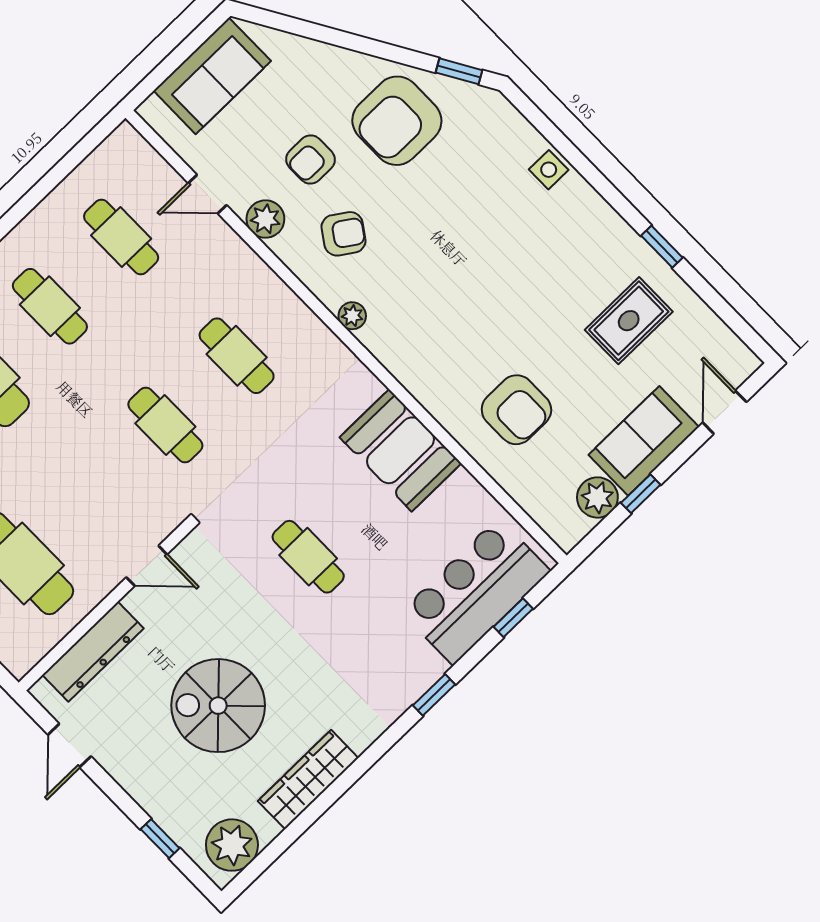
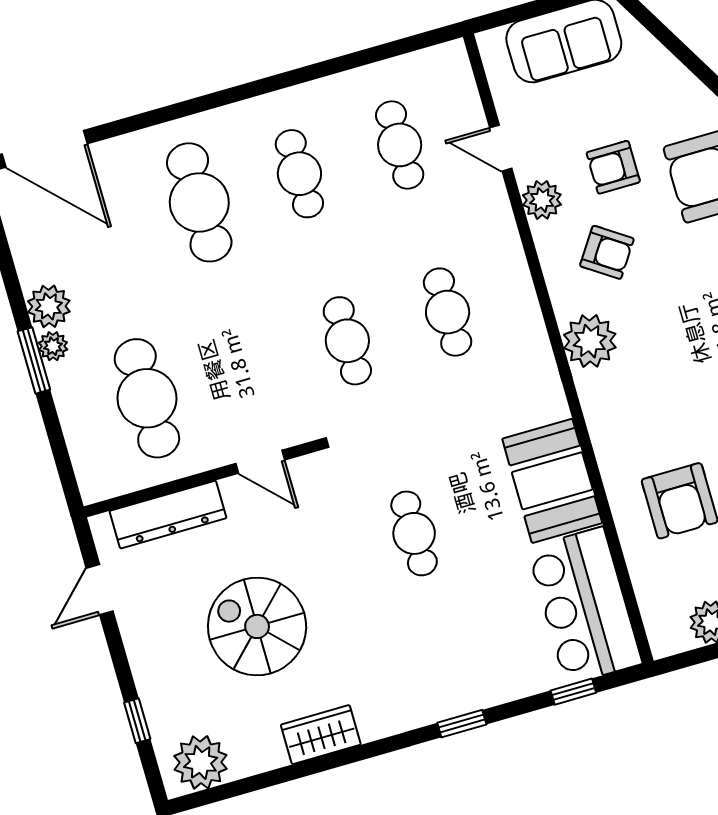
plant: (352, 316) -> (590, 341), width x1.88, depth x1.88
bar counter: (476, 591) -> (585, 606), moved, turned -90
wardrobe: (308, 780) -> (321, 735), width x0.67

